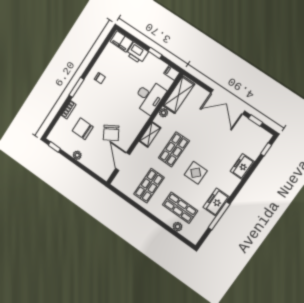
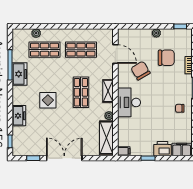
desk: (149, 97) -> (129, 102), moved
display table: (196, 173) -> (48, 100), moved
shop shelf: (149, 186) -> (81, 50), turned 90

